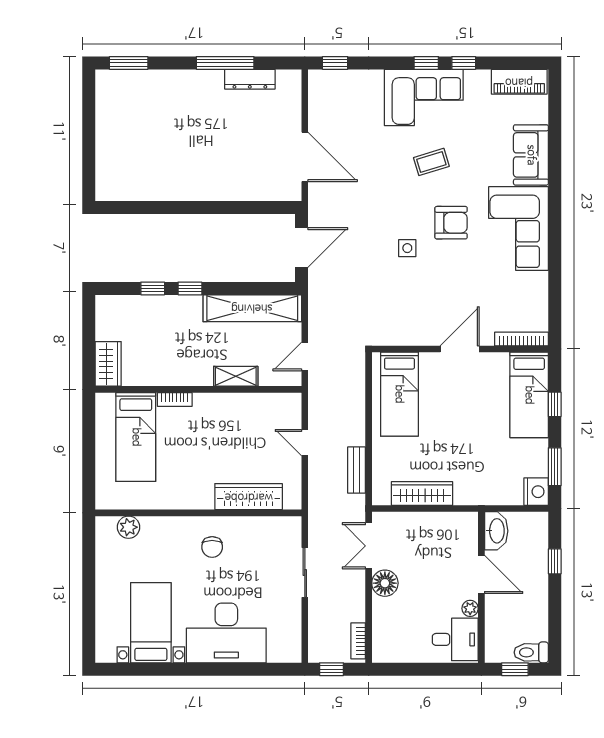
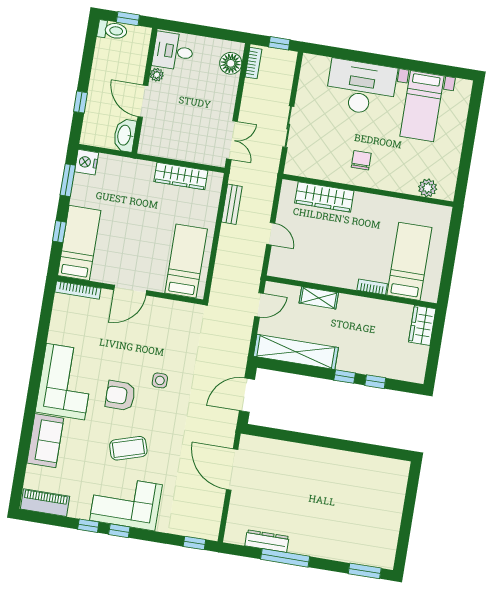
coffee table: (431, 162) -> (128, 448), width x1.36, depth x1.30
floor lamp: (385, 583) -> (231, 63), moved

